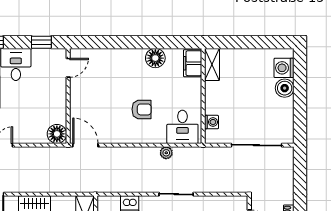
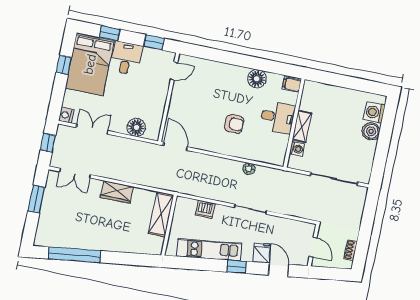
filing cabinet: (193, 63) -> (292, 84), width x0.50
shelving: (212, 64) -> (302, 126), moved
desk: (182, 127) -> (278, 117), moved, turned -90
floor lamp: (57, 134) -> (136, 127), moved

